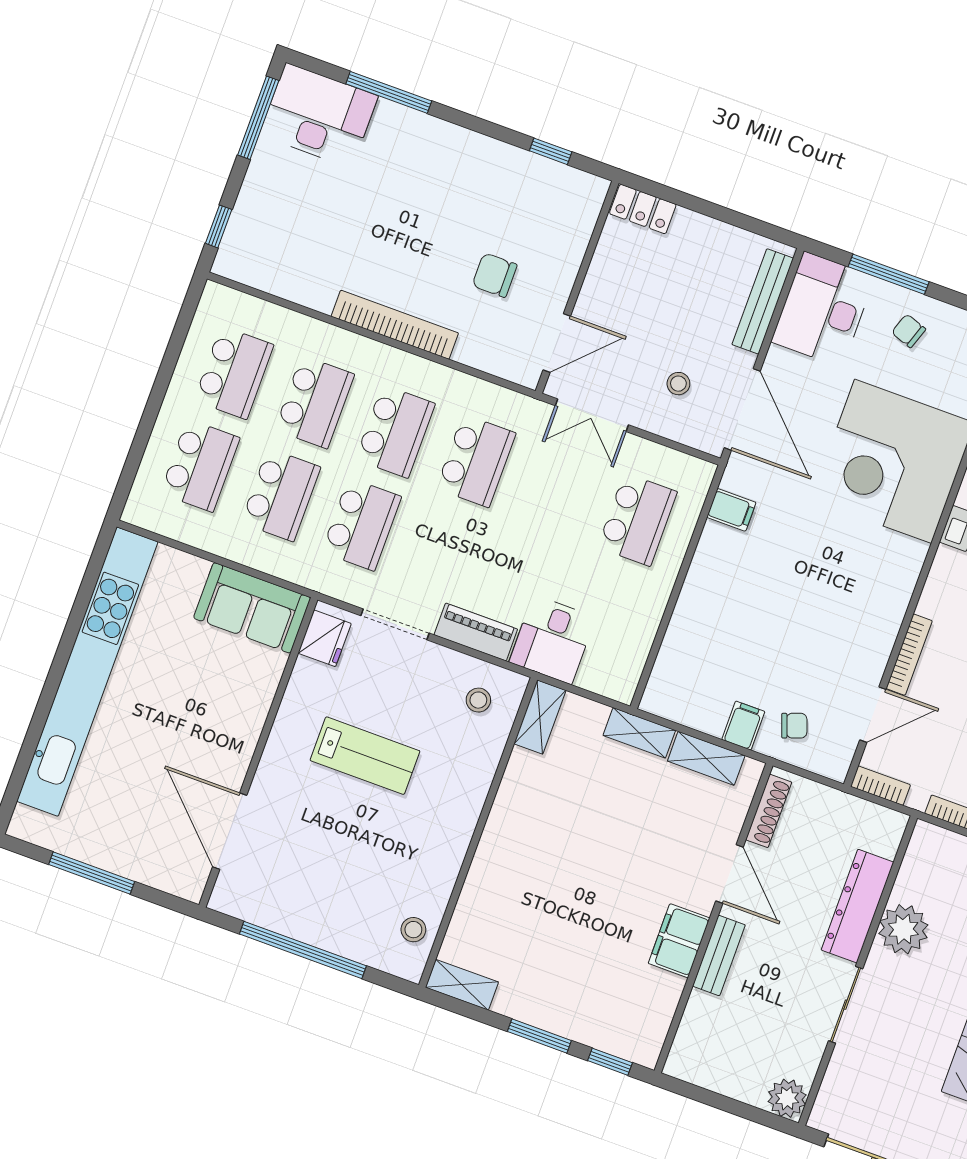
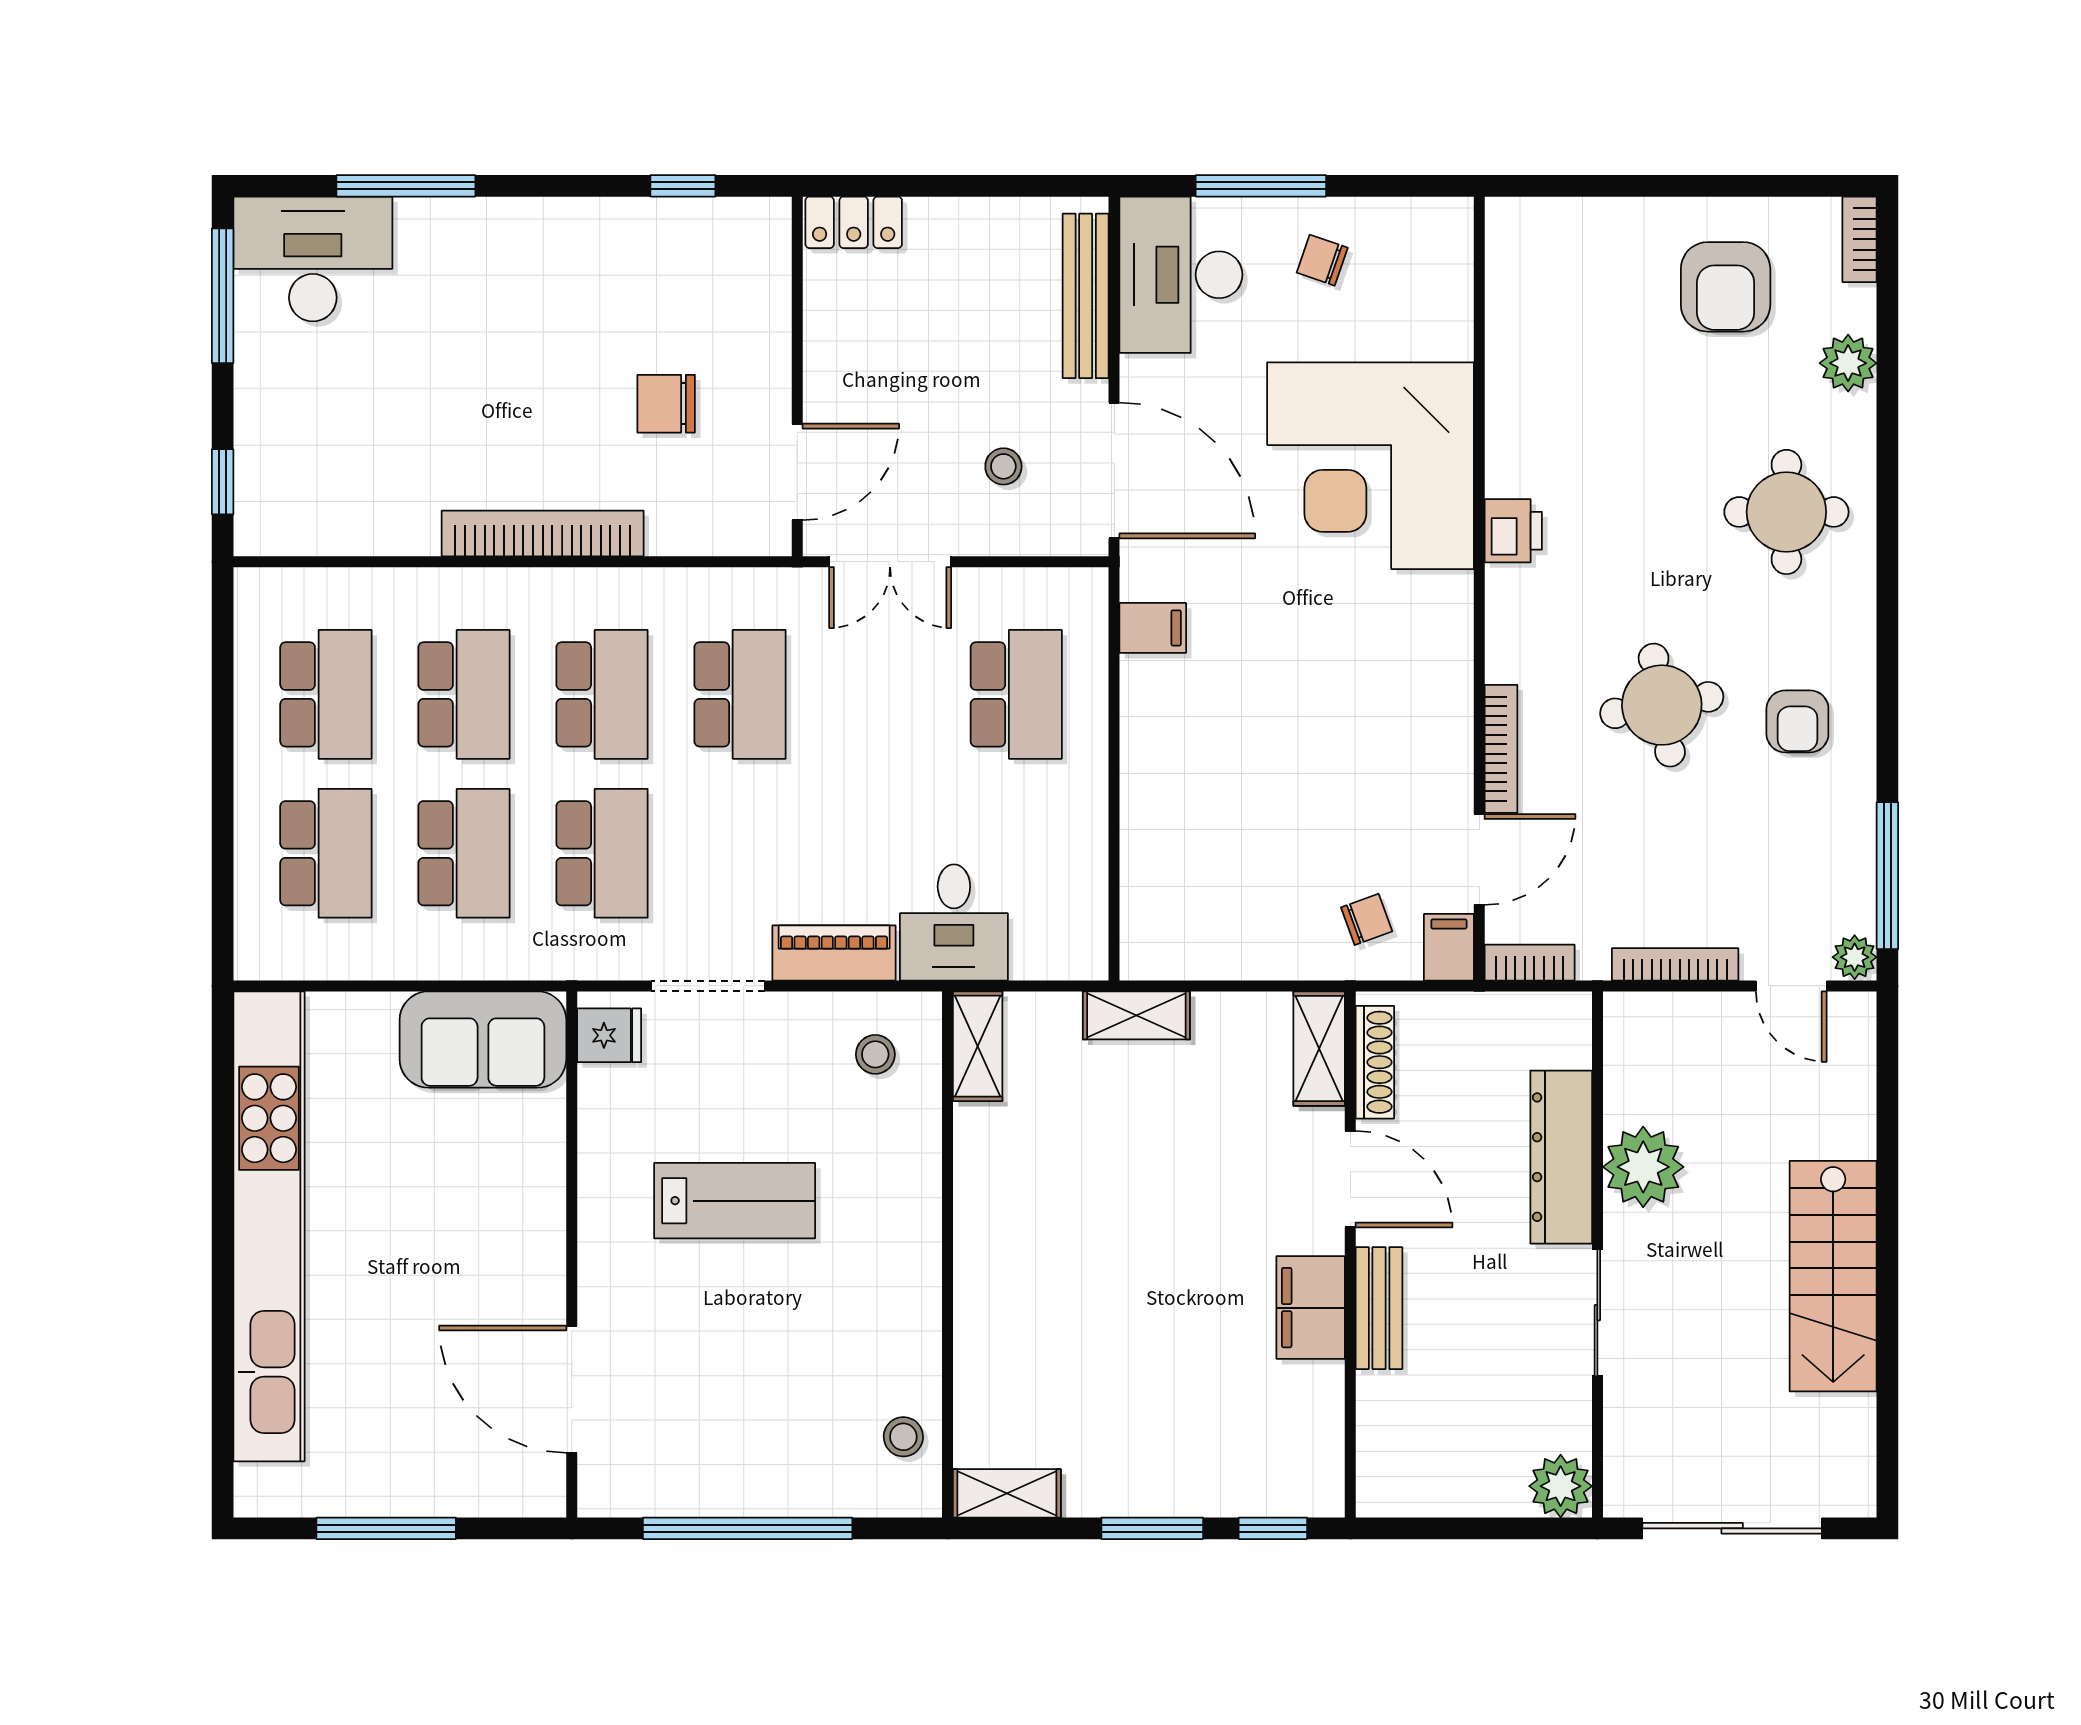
fridge: (325, 638) -> (609, 1035), width x0.72
filing cabinet: (743, 726) -> (1449, 947), moved
shelving: (706, 758) -> (1319, 1049), moved, turned 90

